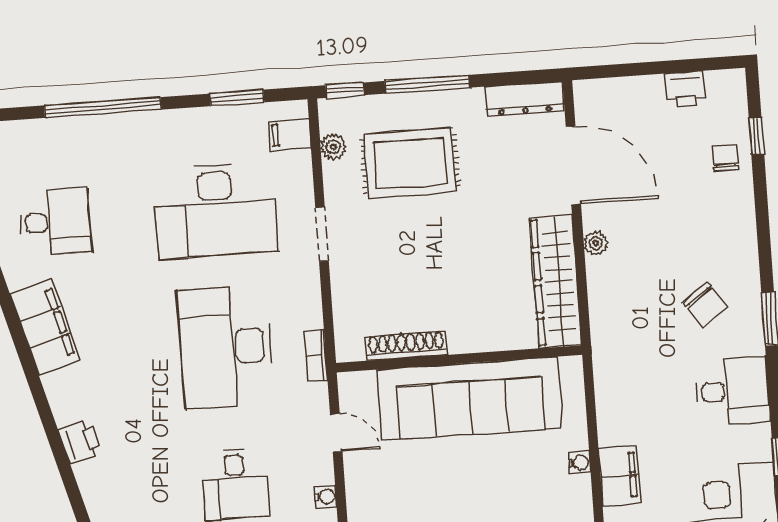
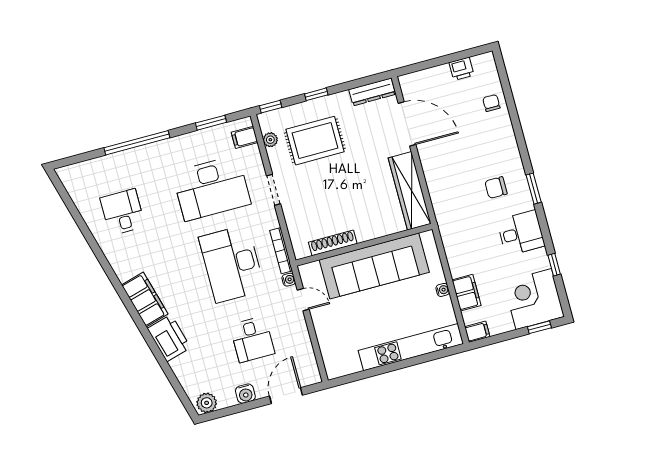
window: (427, 84) -> (316, 94), width x0.46
window: (756, 136) -> (506, 88), removed
desk: (55, 222) -> (123, 212), turned -90
plant: (596, 243) -> (428, 165), removed
chair: (705, 305) -> (496, 188), turned 126
filing cabinet: (45, 327) -> (145, 300), moved
bookcase: (316, 355) -> (281, 251), width x1.56
printer: (80, 442) -> (169, 338), width x1.87, depth x1.48
water cooler: (325, 497) -> (289, 280), moved

